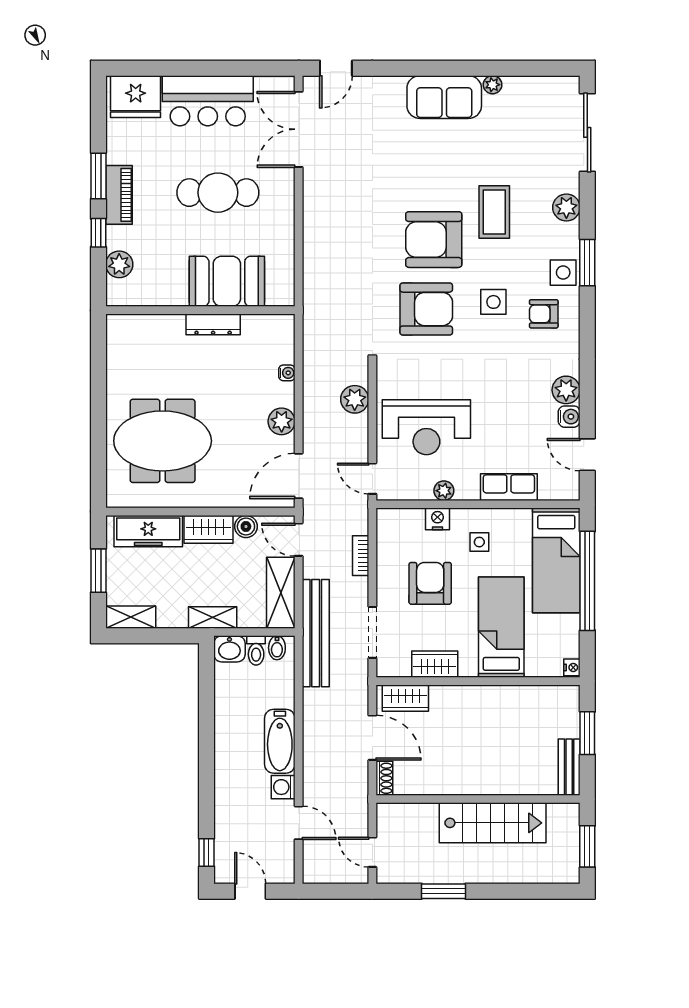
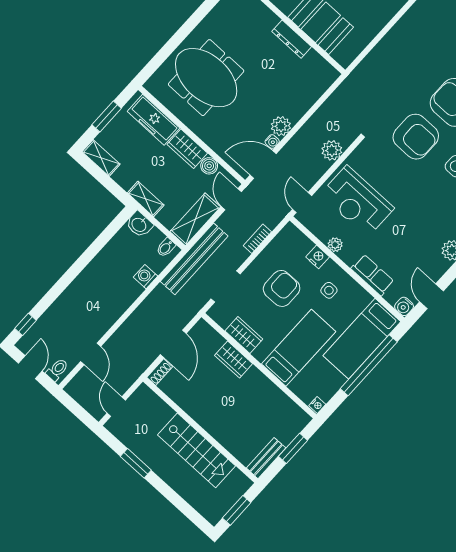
water cooler: (287, 373) -> (272, 142), moved
water cooler: (569, 417) -> (404, 306), moved, turned 90
toilet: (256, 650) -> (57, 370), moved, turned 180
wardrobe: (405, 698) -> (234, 359), moved
bathtub: (280, 741) -> (121, 300), removed
washing machine: (283, 787) -> (146, 277), moved

